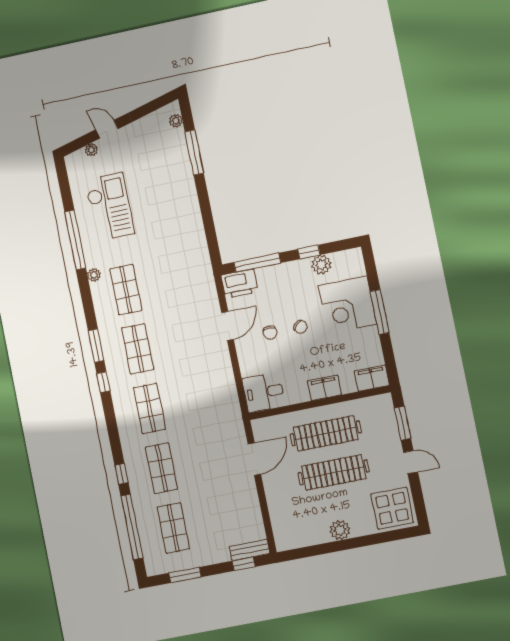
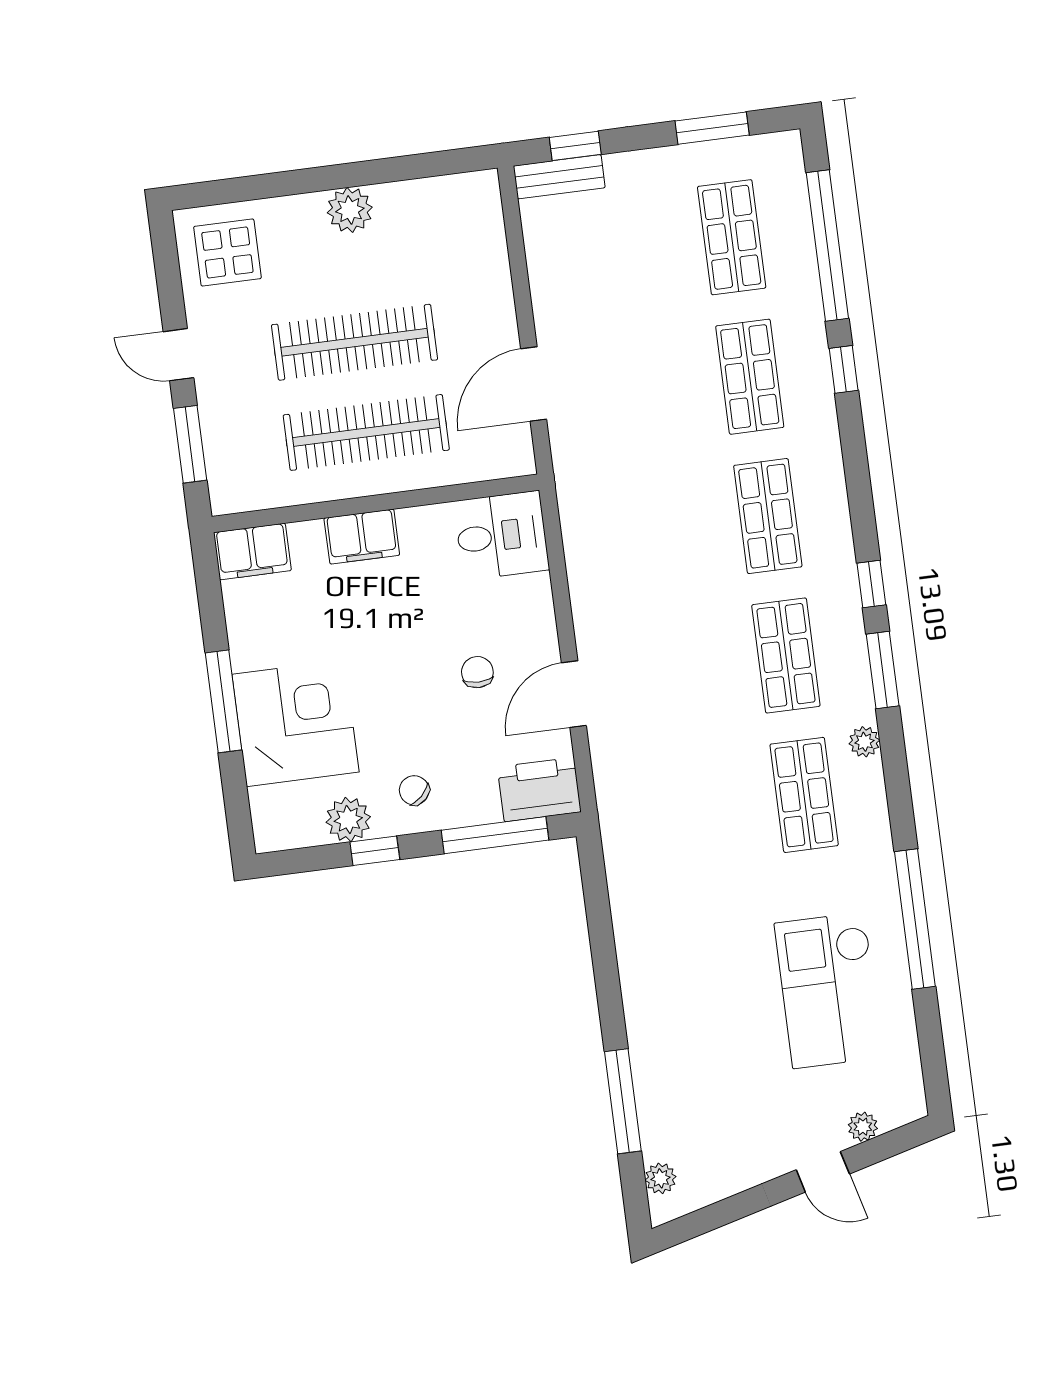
plant: (94, 275) -> (864, 742), moved
chair: (300, 327) -> (414, 790), moved
display table: (392, 508) -> (227, 252), width x0.73, depth x0.73

